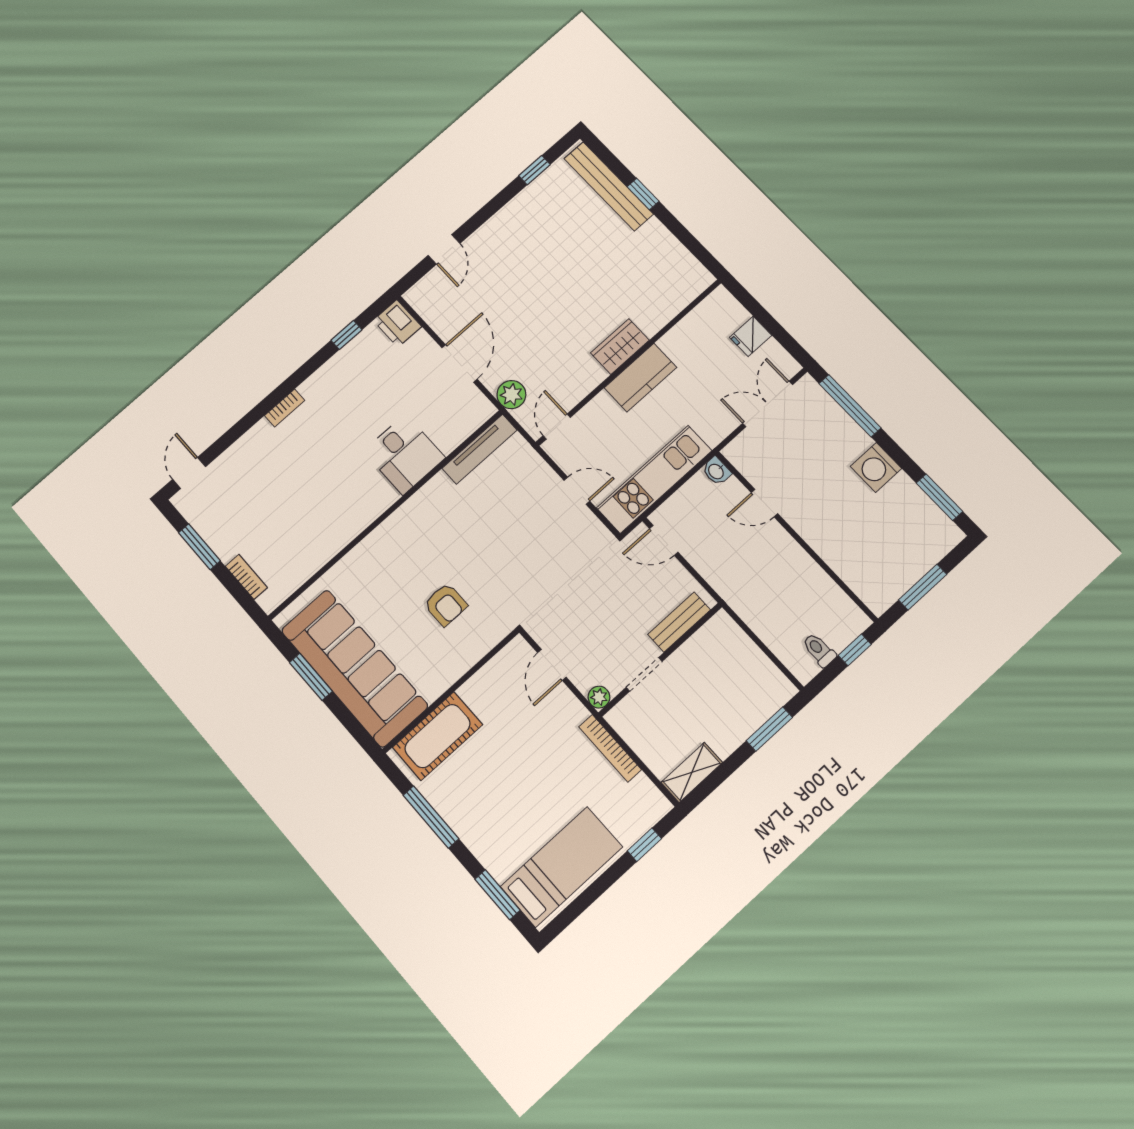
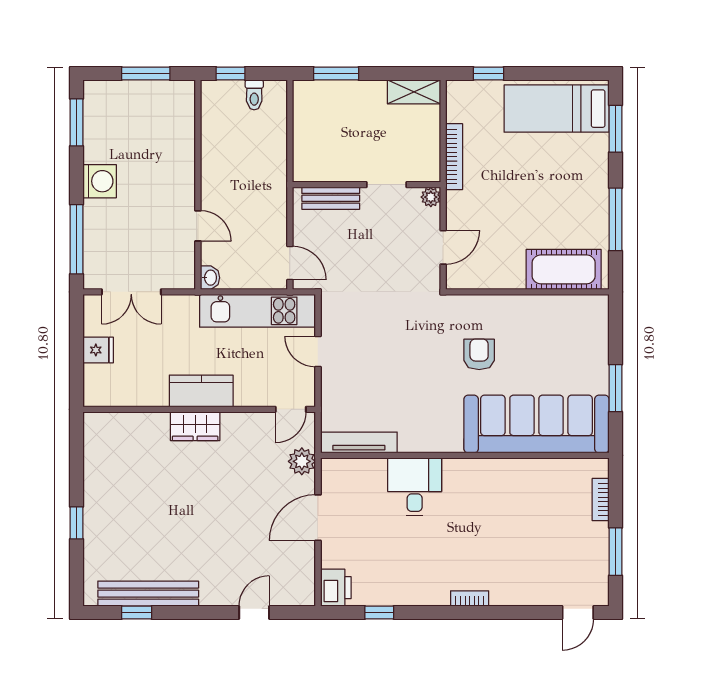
bench: (609, 186) -> (148, 594), moved, turned 90
sofa: (354, 668) -> (536, 424), moved, turned 90

